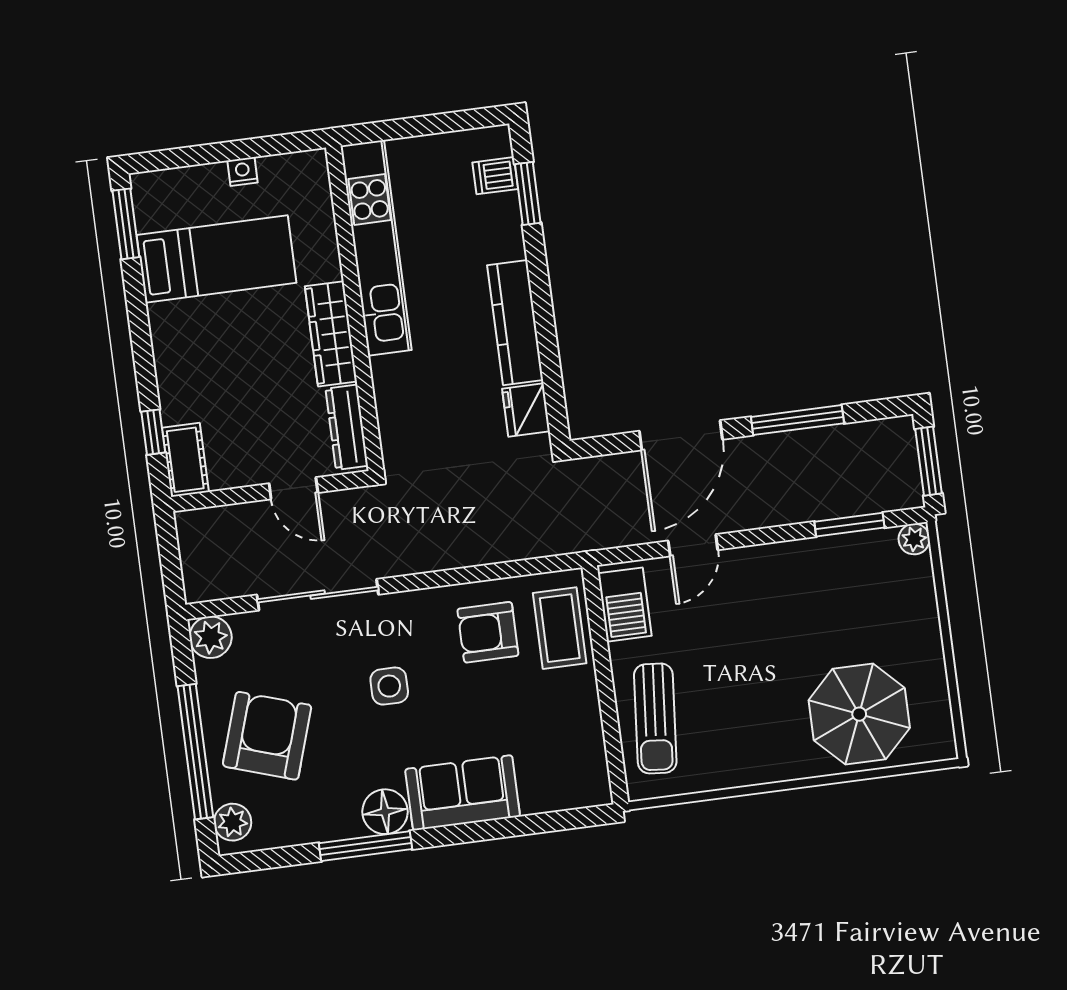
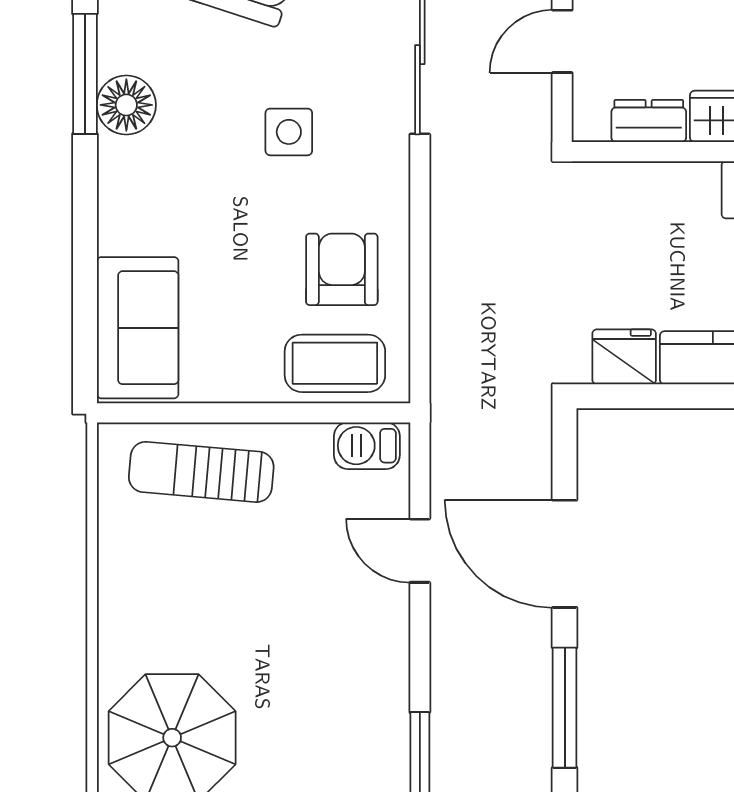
dresser: (347, 427) -> (649, 121), width x0.70
barbecue: (625, 605) -> (367, 446), width x0.73, depth x0.79
sofa: (463, 793) -> (138, 328), moved

